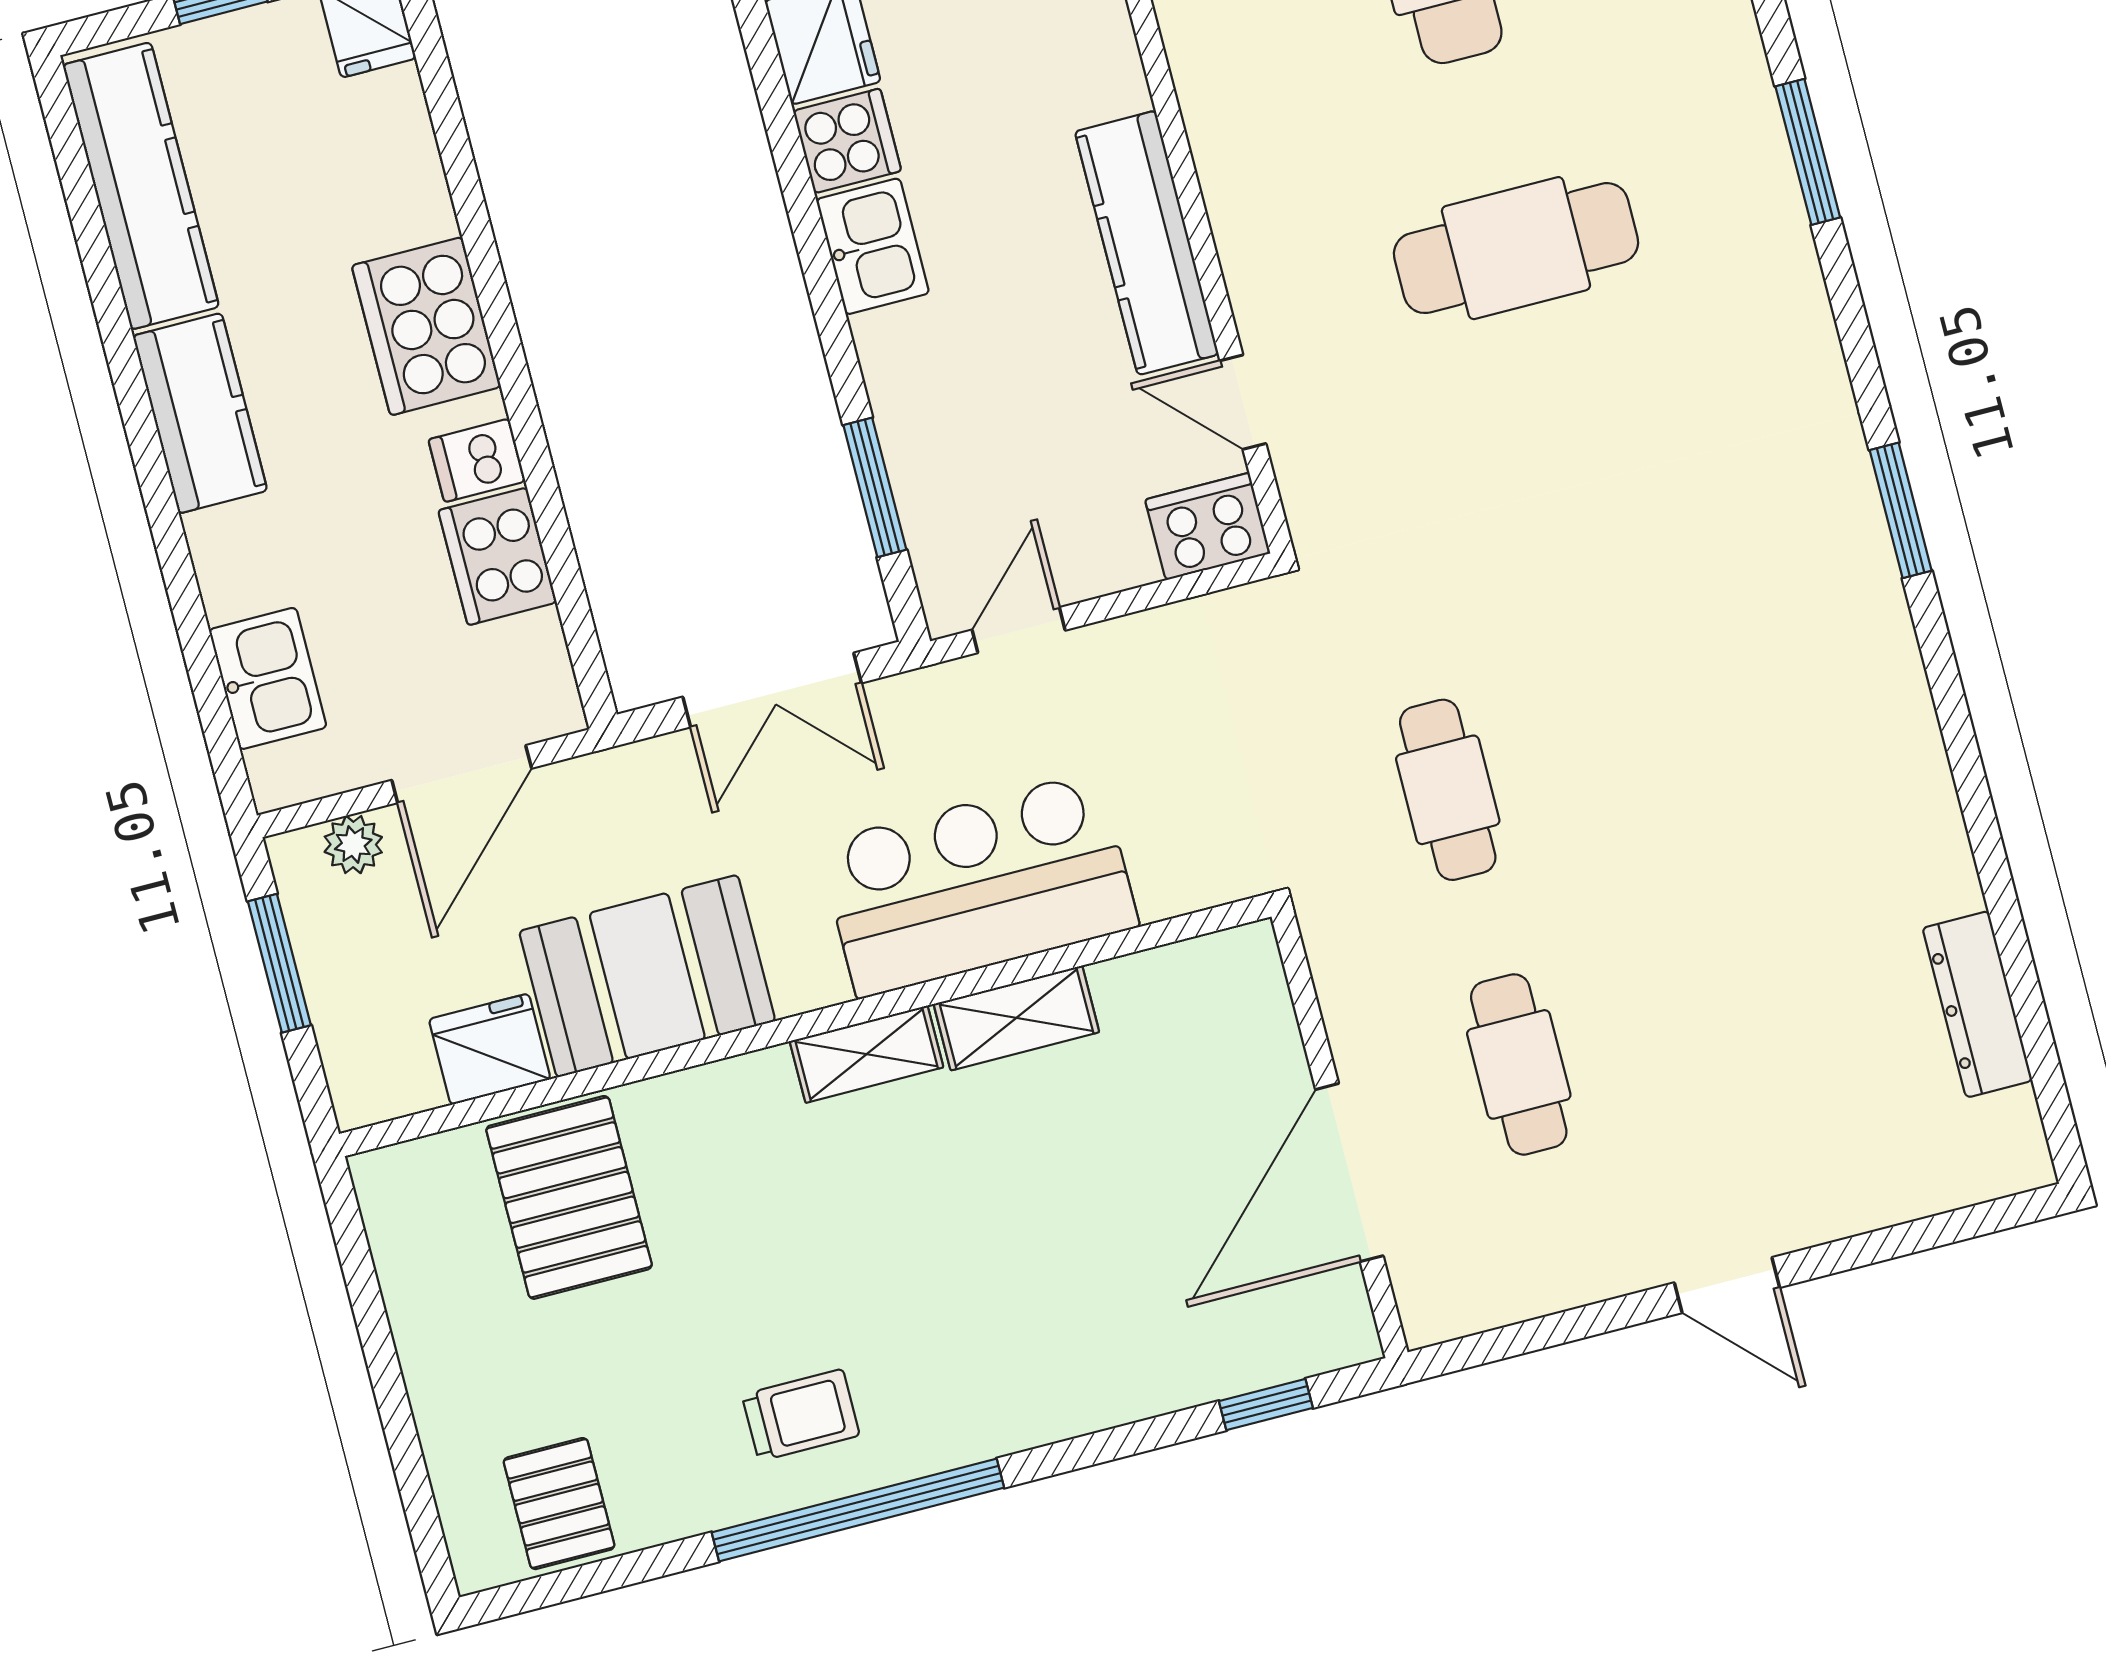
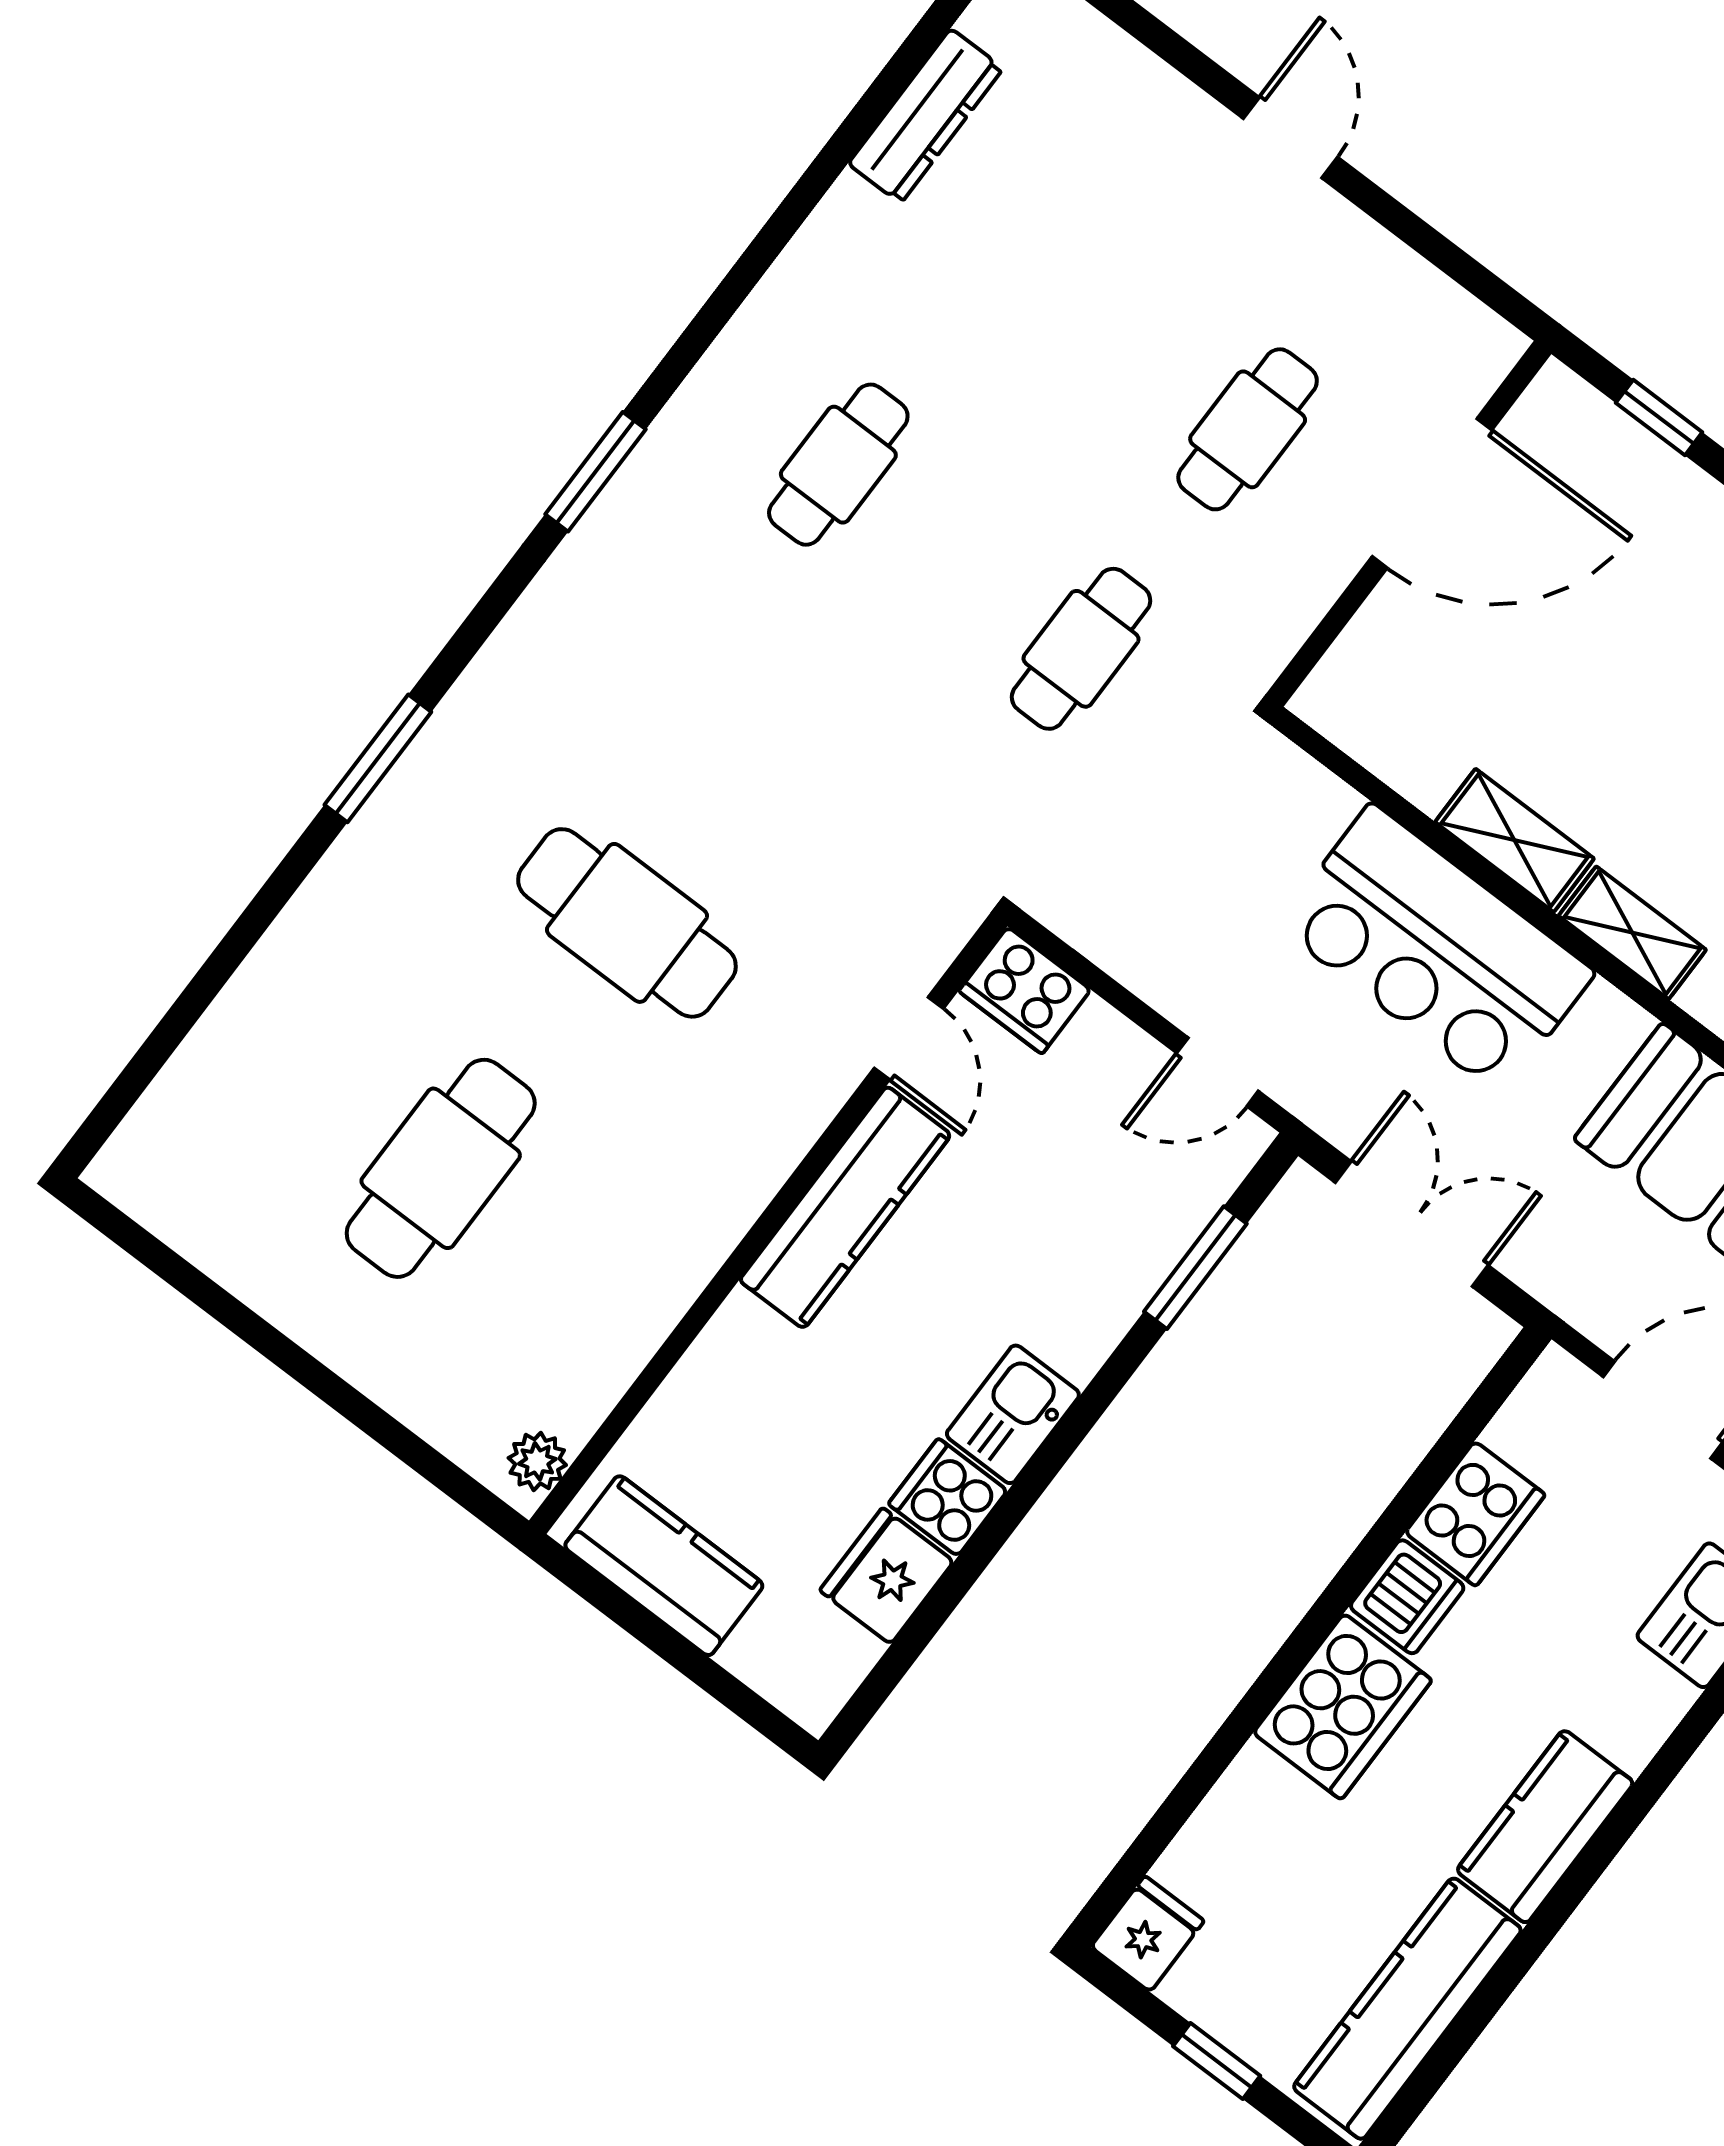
dishwasher: (477, 460) -> (1407, 1597), width x1.38
cafe table: (1751, 711) -> (838, 465), added

